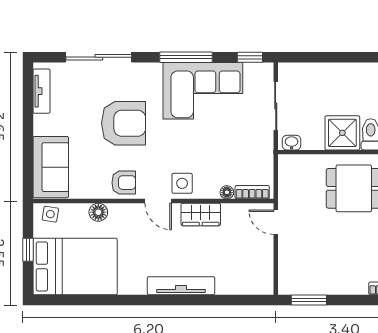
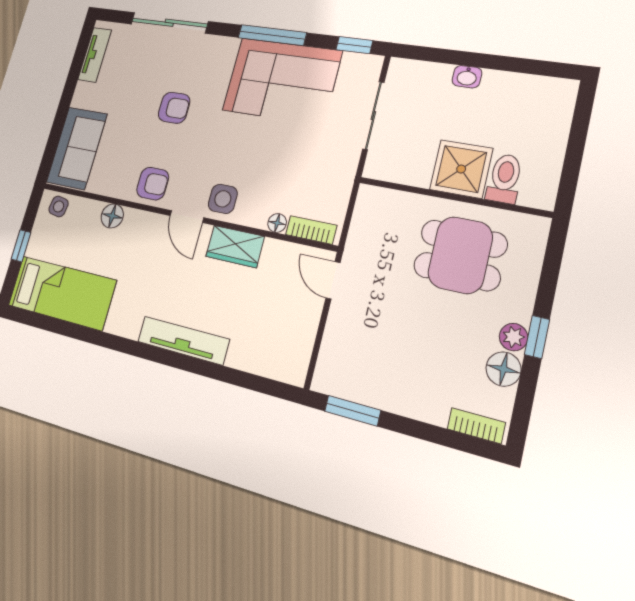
armchair: (124, 123) -> (174, 108), width x0.53, depth x0.53
washbasin: (292, 143) -> (467, 77), moved, turned 180
bed: (75, 266) -> (62, 293), width x0.67

